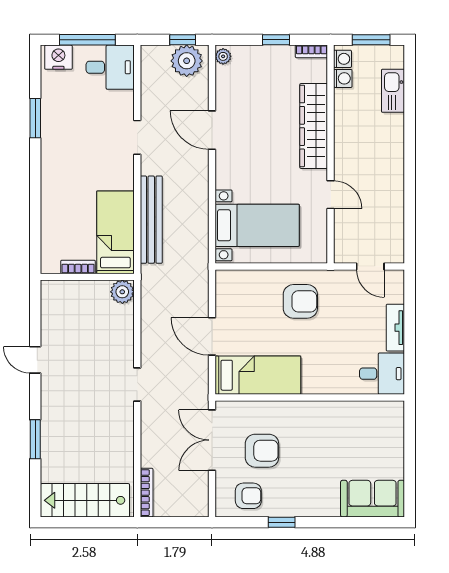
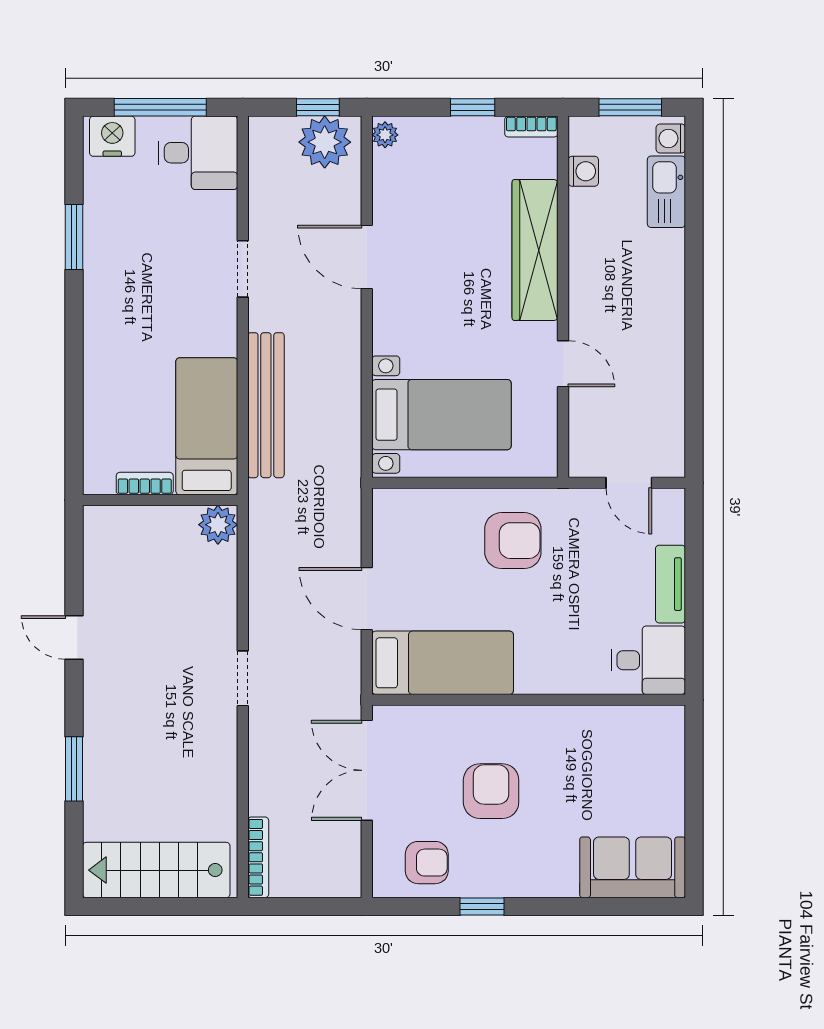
washing machine: (343, 59) -> (671, 138), moved, turned 180
armchair: (262, 451) -> (491, 791), moved, turned -90

